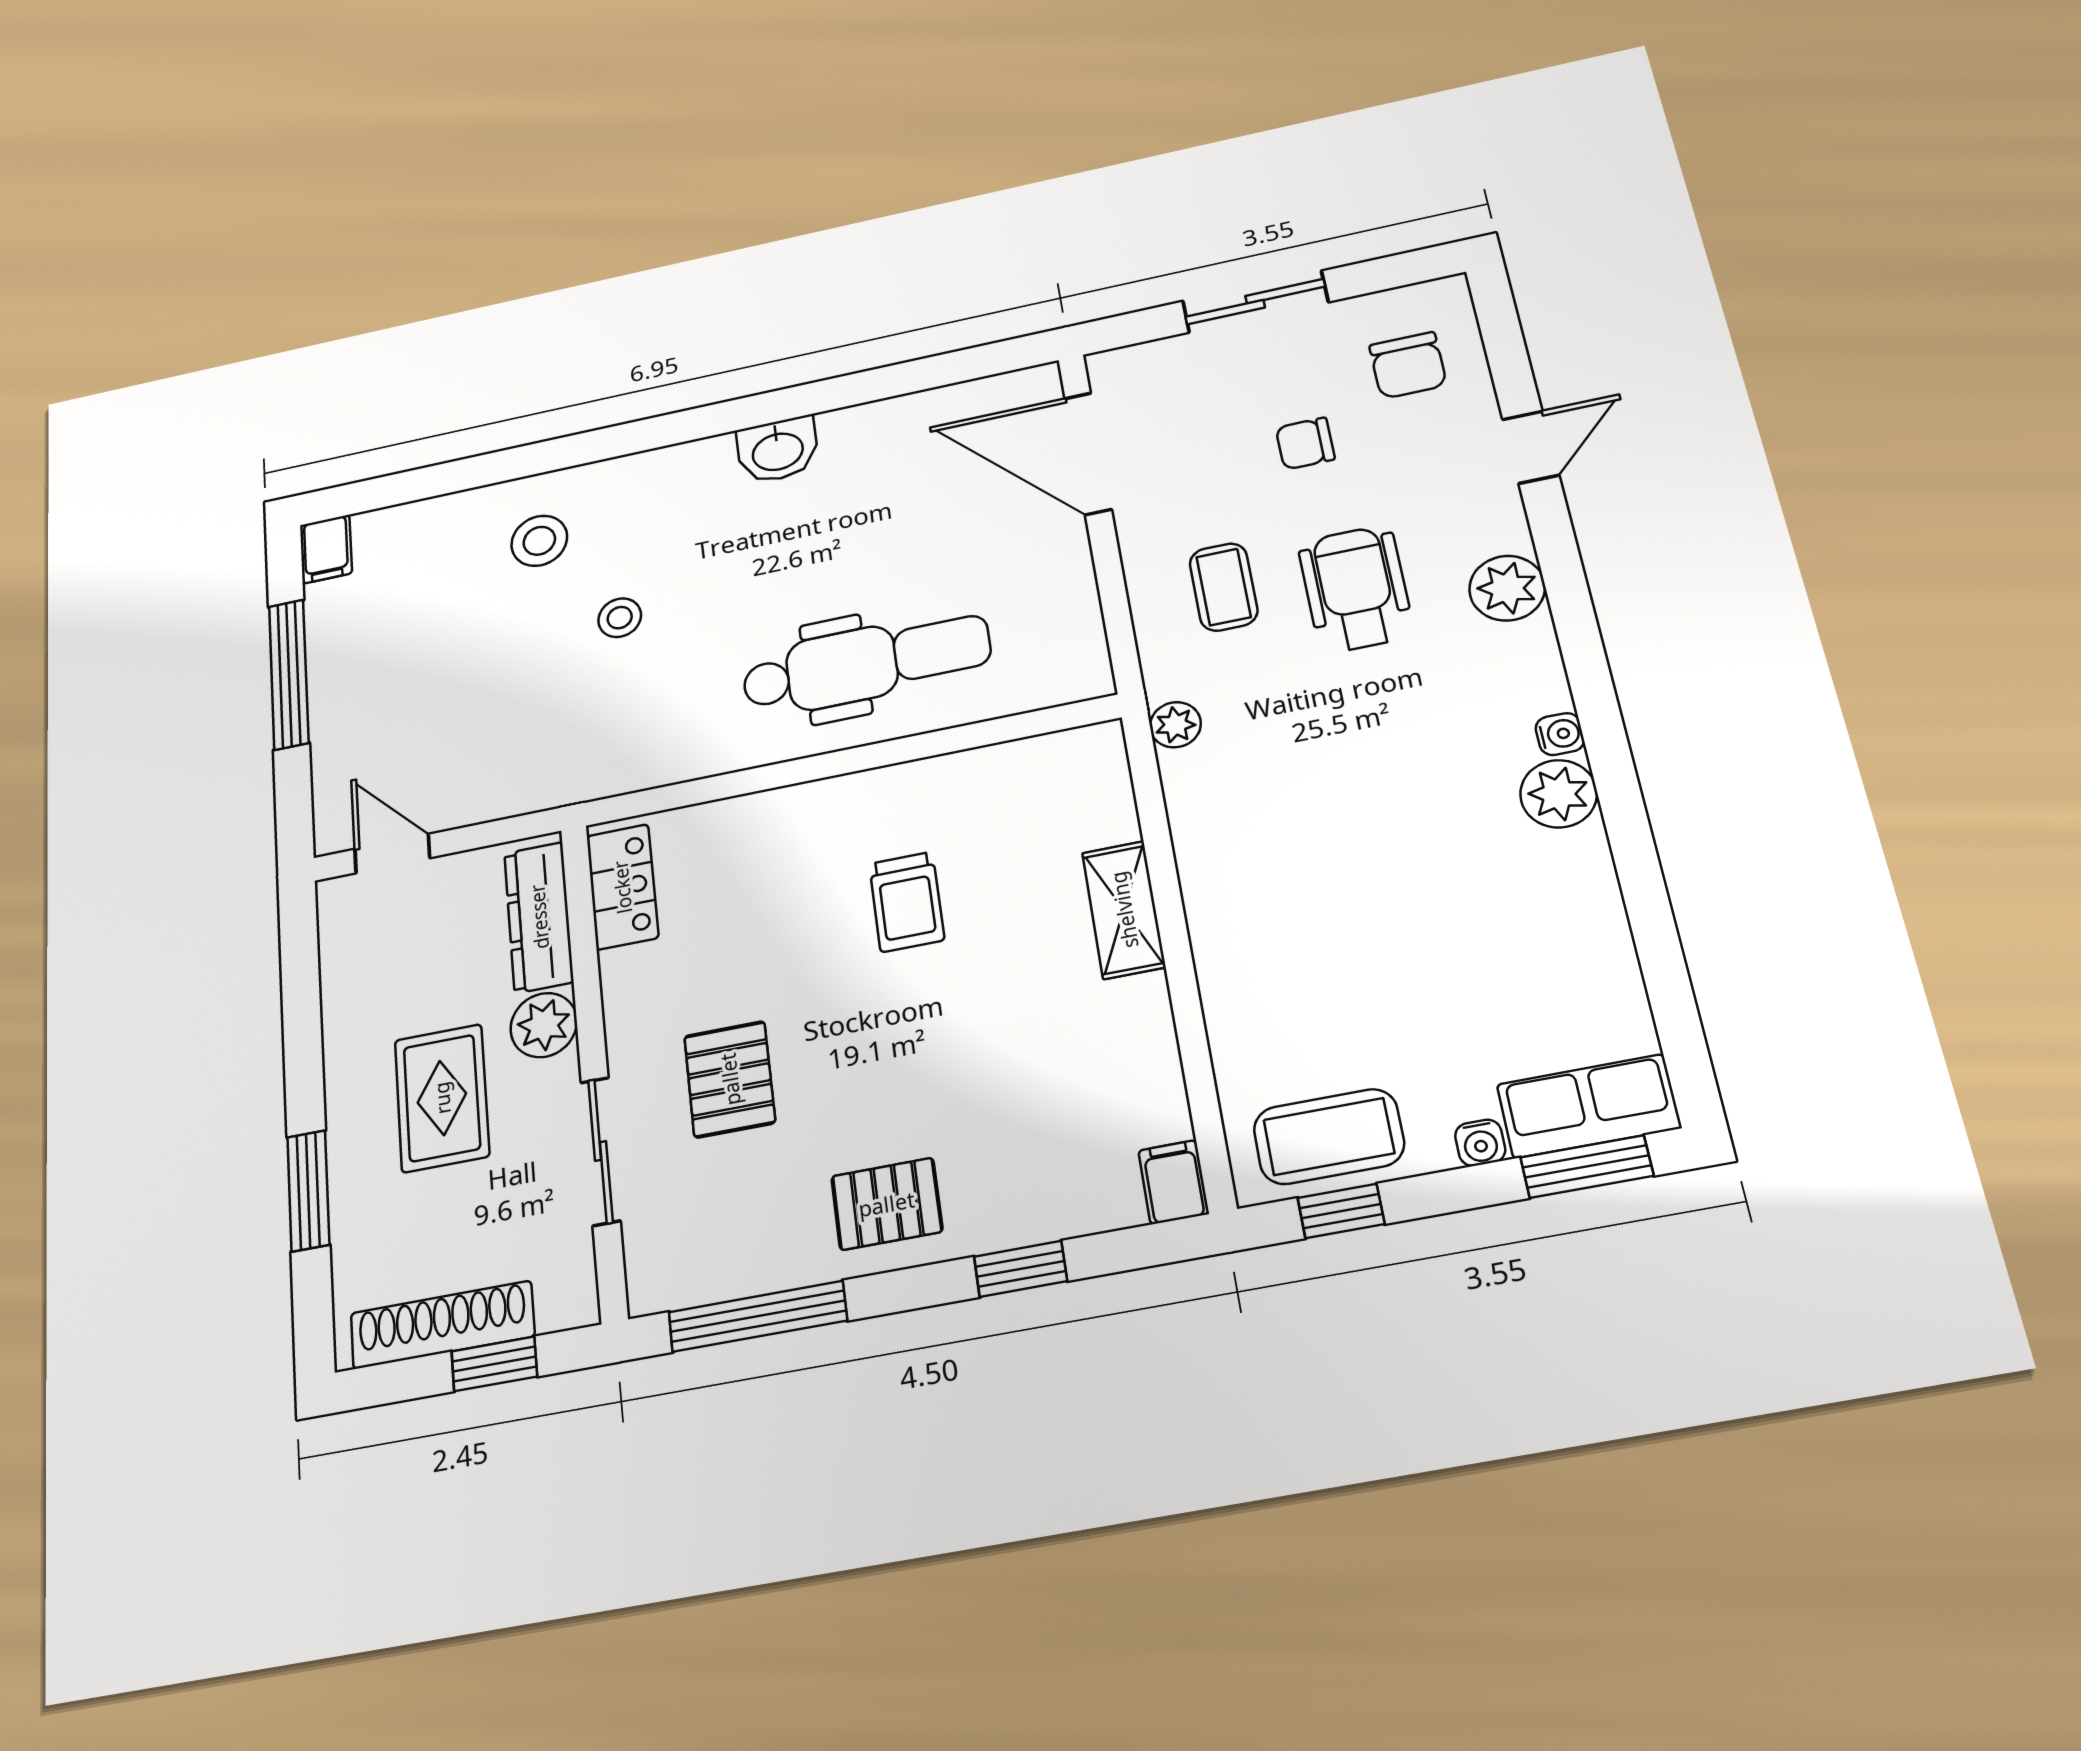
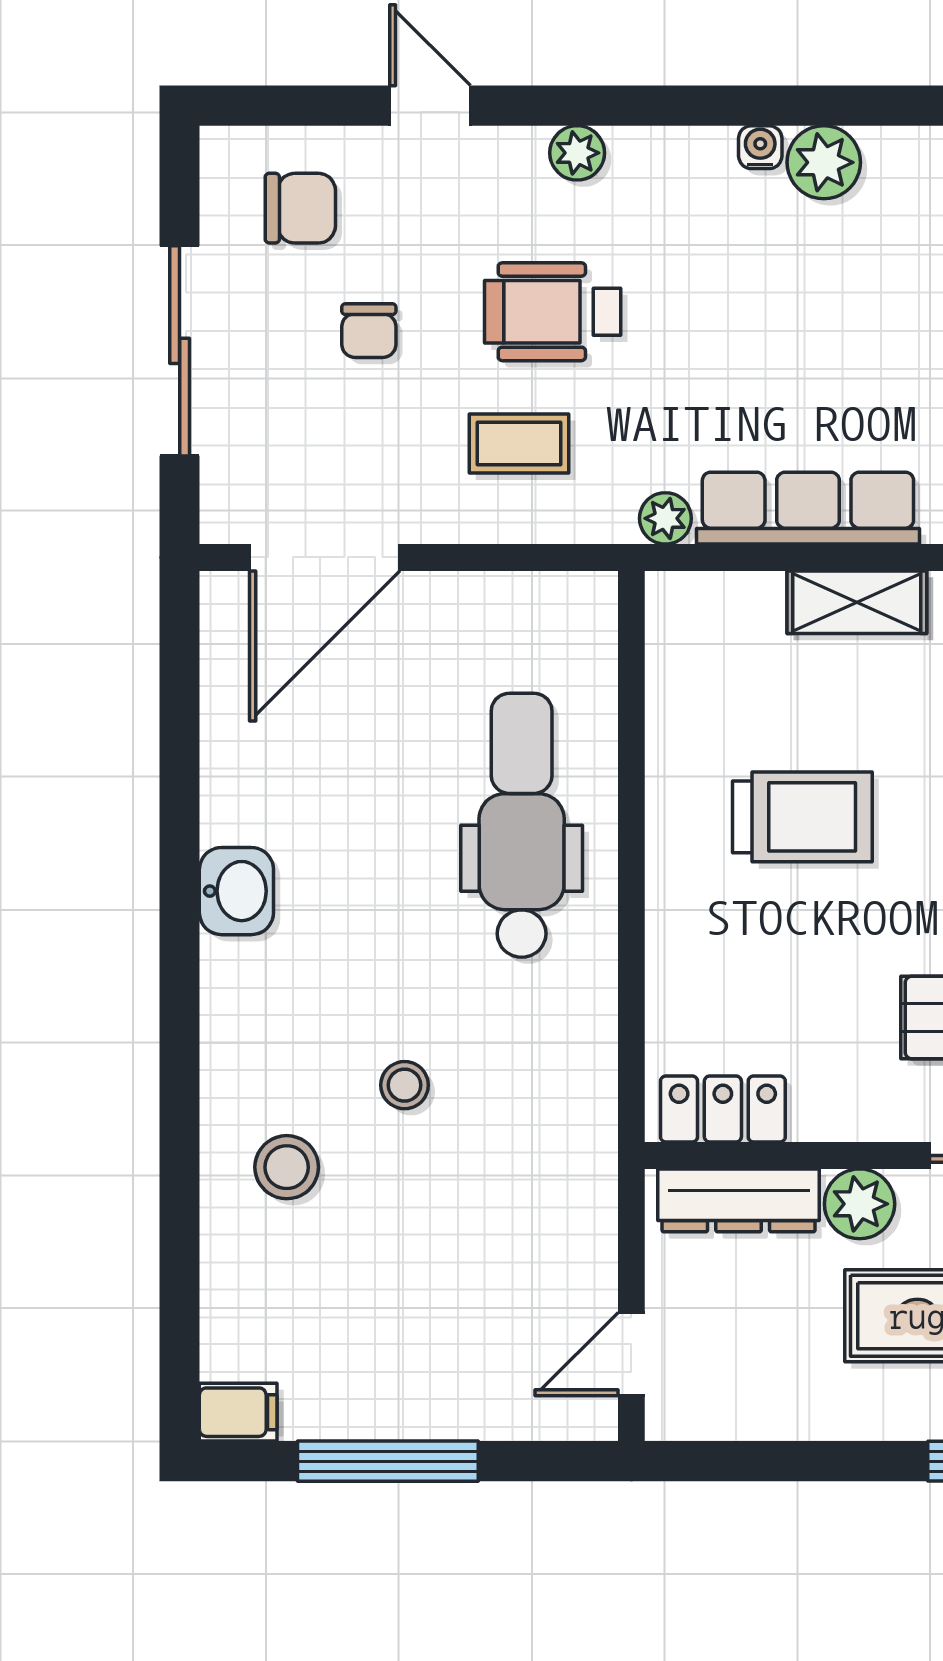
sliding door: (1255, 302) -> (180, 351), width x1.37
plant: (1507, 588) -> (577, 153), width x0.73, depth x0.73
row of seats: (1209, 848) -> (808, 508), added
trolley: (907, 902) -> (802, 817), width x1.36, depth x1.39

